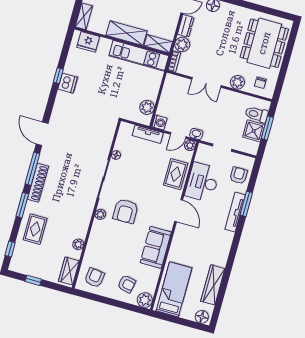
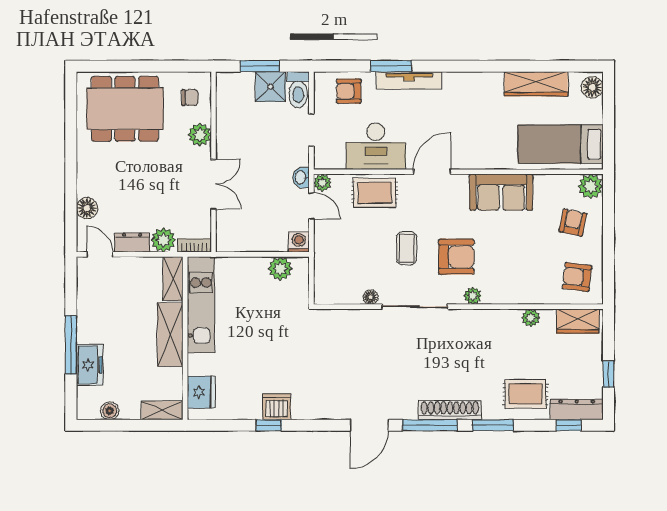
toilet: (256, 114) -> (298, 90), moved
tv unit: (148, 134) -> (323, 255), removed
coffee table: (138, 184) -> (407, 248), added
dresser: (18, 256) -> (577, 410), added

